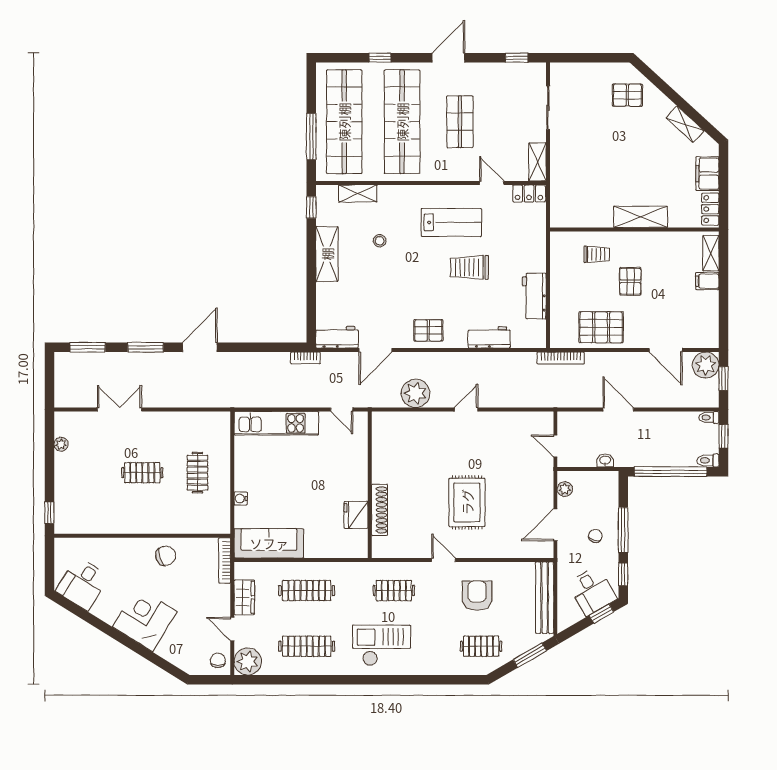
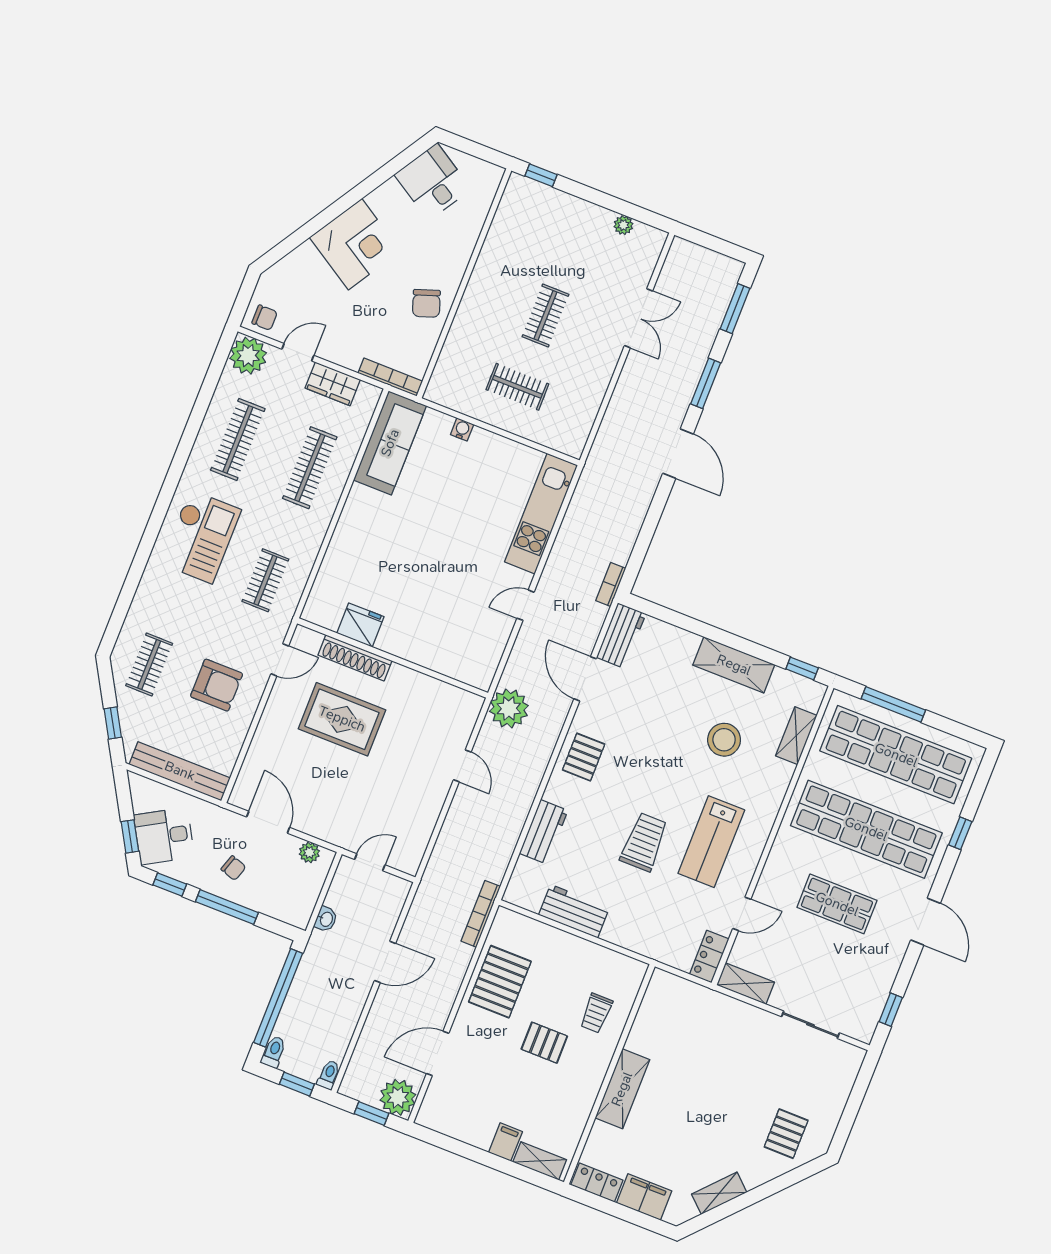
stool: (380, 241) -> (724, 740), width x1.89, depth x1.89
wall: (370, 485) -> (393, 658), moved
shoe rack: (379, 510) -> (355, 658), moved
fridge: (356, 515) -> (360, 625), moved
window: (530, 655) -> (113, 723), width x0.67

